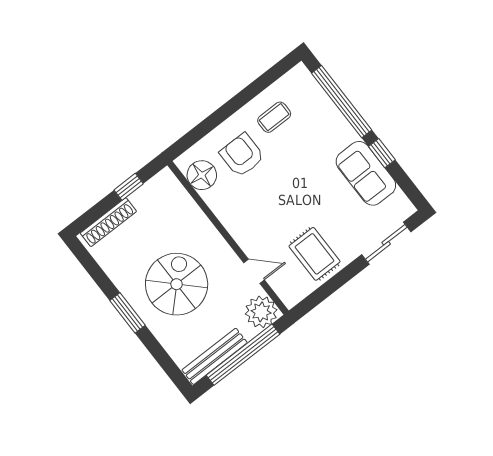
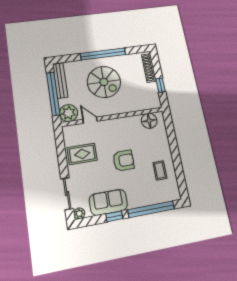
armchair: (242, 155) -> (123, 160), moved
plant: (405, 209) -> (79, 213), added
door: (254, 271) -> (90, 120), swing flipped
window: (128, 313) -> (103, 54), width x2.11

